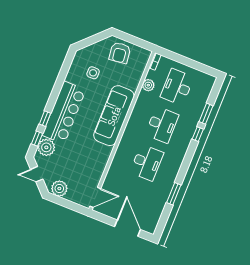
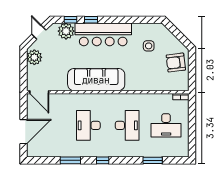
plant: (148, 85) -> (157, 99), removed
desk: (177, 87) -> (166, 125), turned 180
sofa: (114, 116) -> (96, 80), moved
desk: (162, 125) -> (127, 125), turned -90
window: (198, 134) -> (103, 160), moved
desk: (147, 163) -> (88, 125), turned 90

